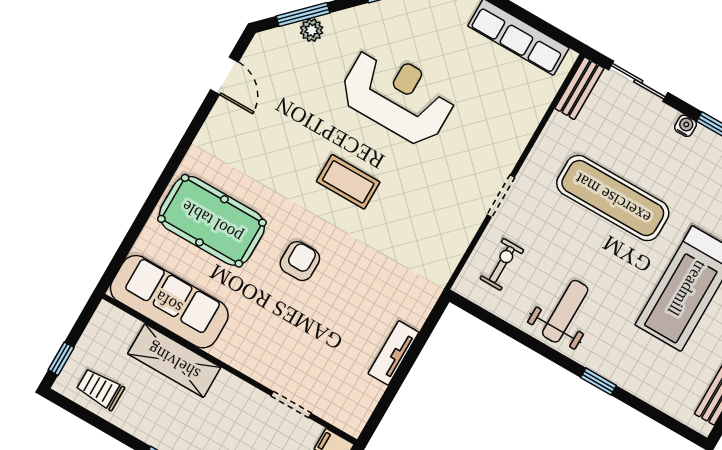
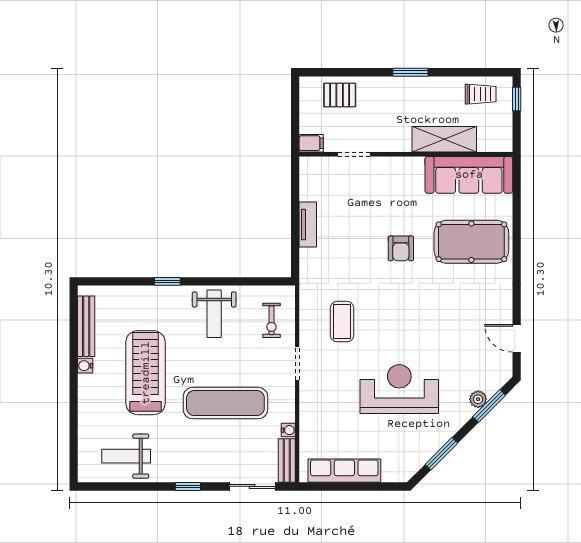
reception desk: (398, 96) -> (399, 389), turned 180
water cooler: (686, 126) -> (288, 430), moved, turned -90
coffee table: (348, 182) -> (342, 322), moved, turned 90

